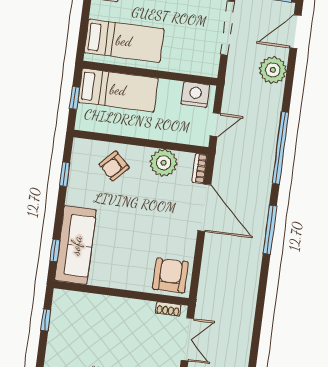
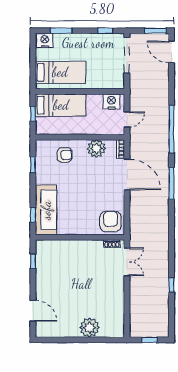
door: (296, 32) -> (171, 52), hinge flipped
plant: (273, 70) -> (160, 79), removed
armchair: (114, 166) -> (65, 155), turned -134

